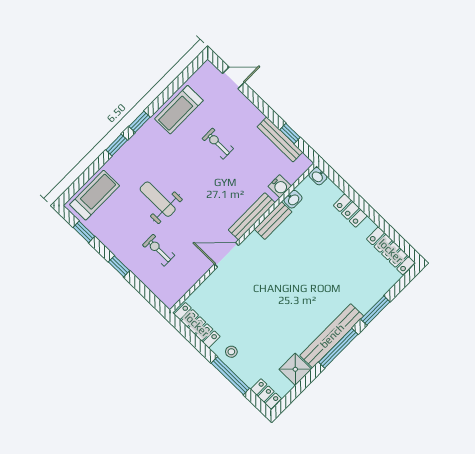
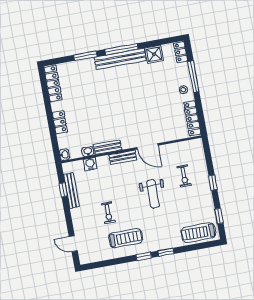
treadmill: (179, 110) -> (126, 238), moved
weight bench: (158, 199) -> (153, 194), moved
bench: (252, 216) -> (123, 157), width x0.73

